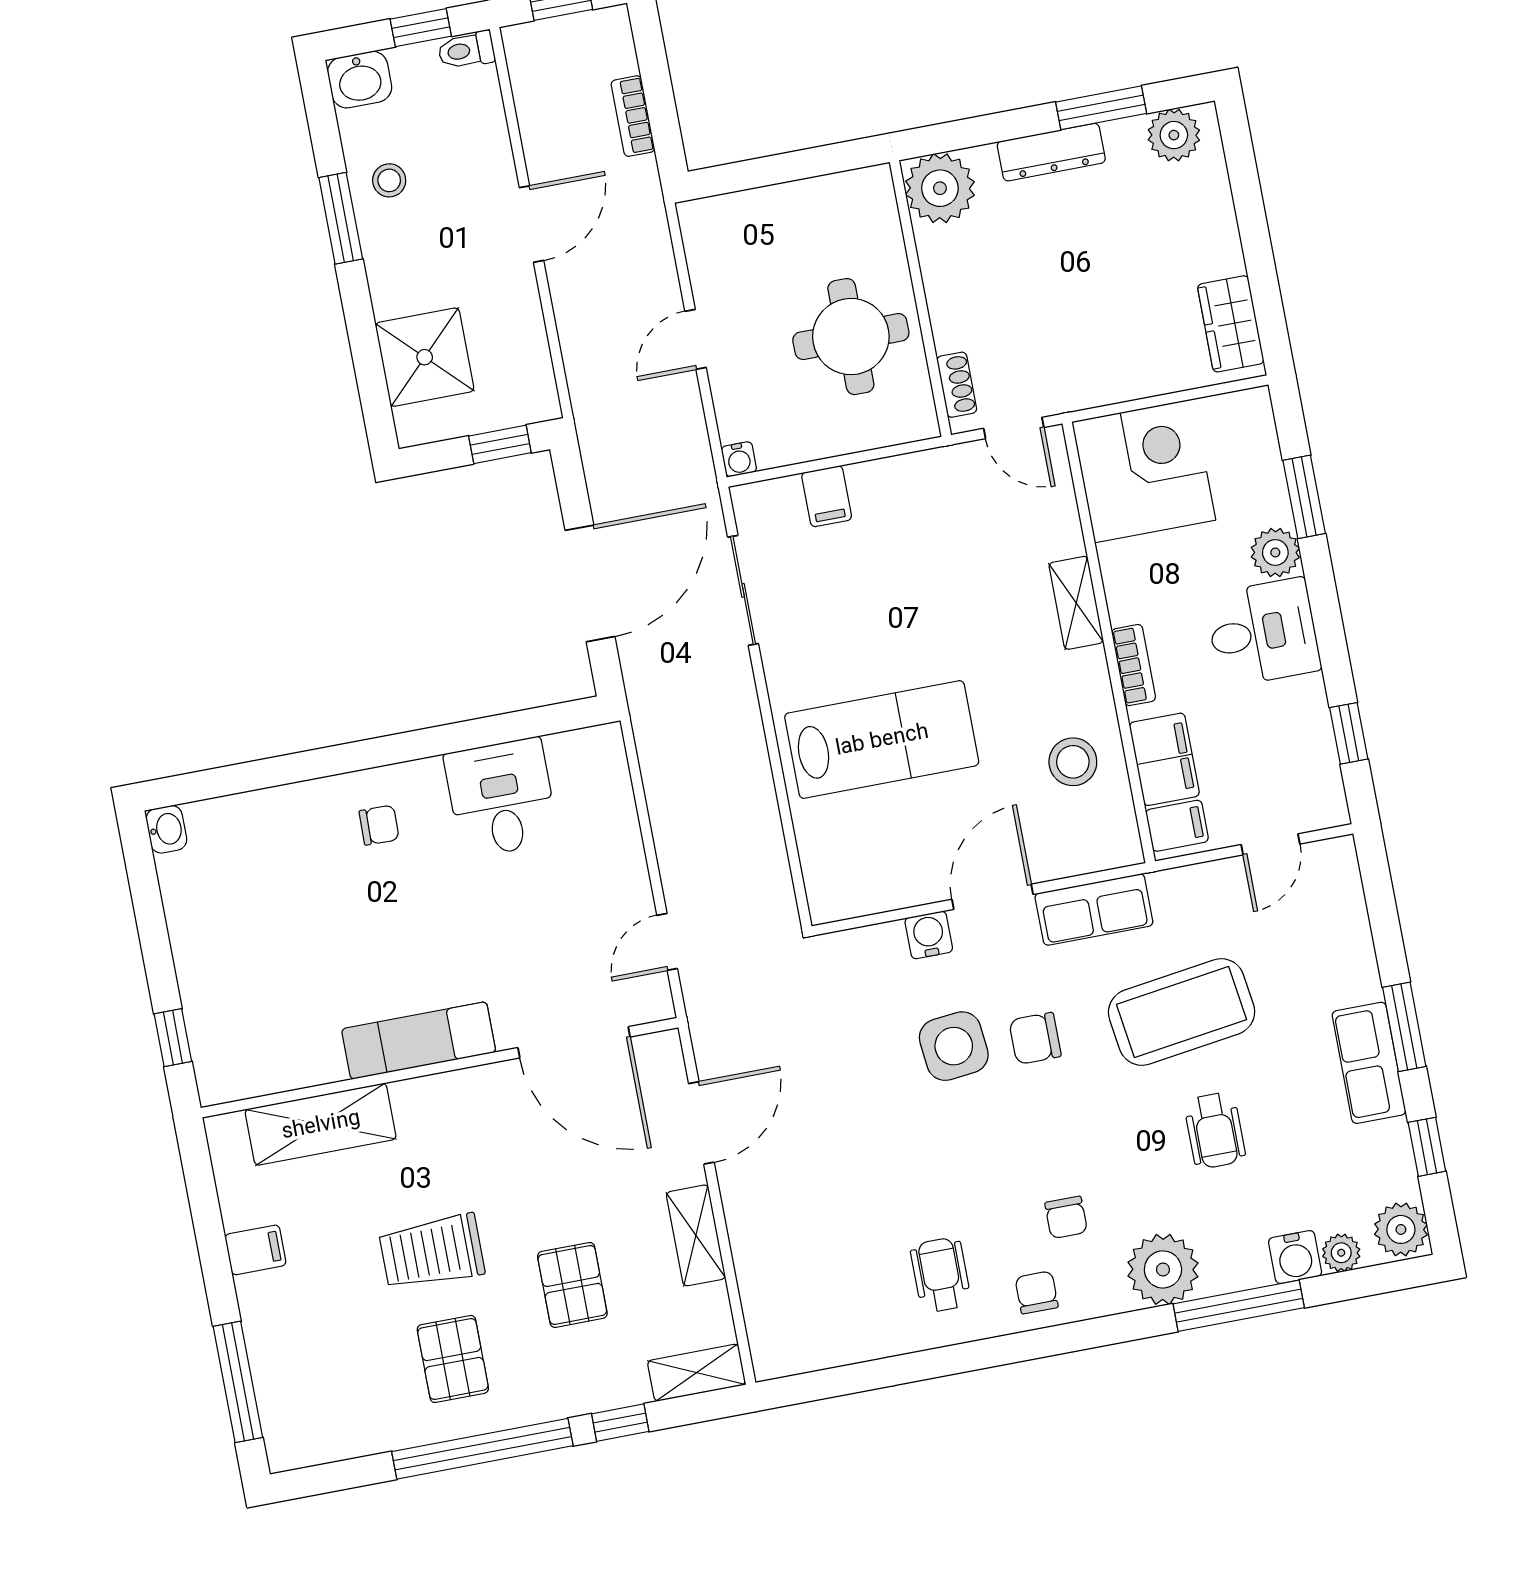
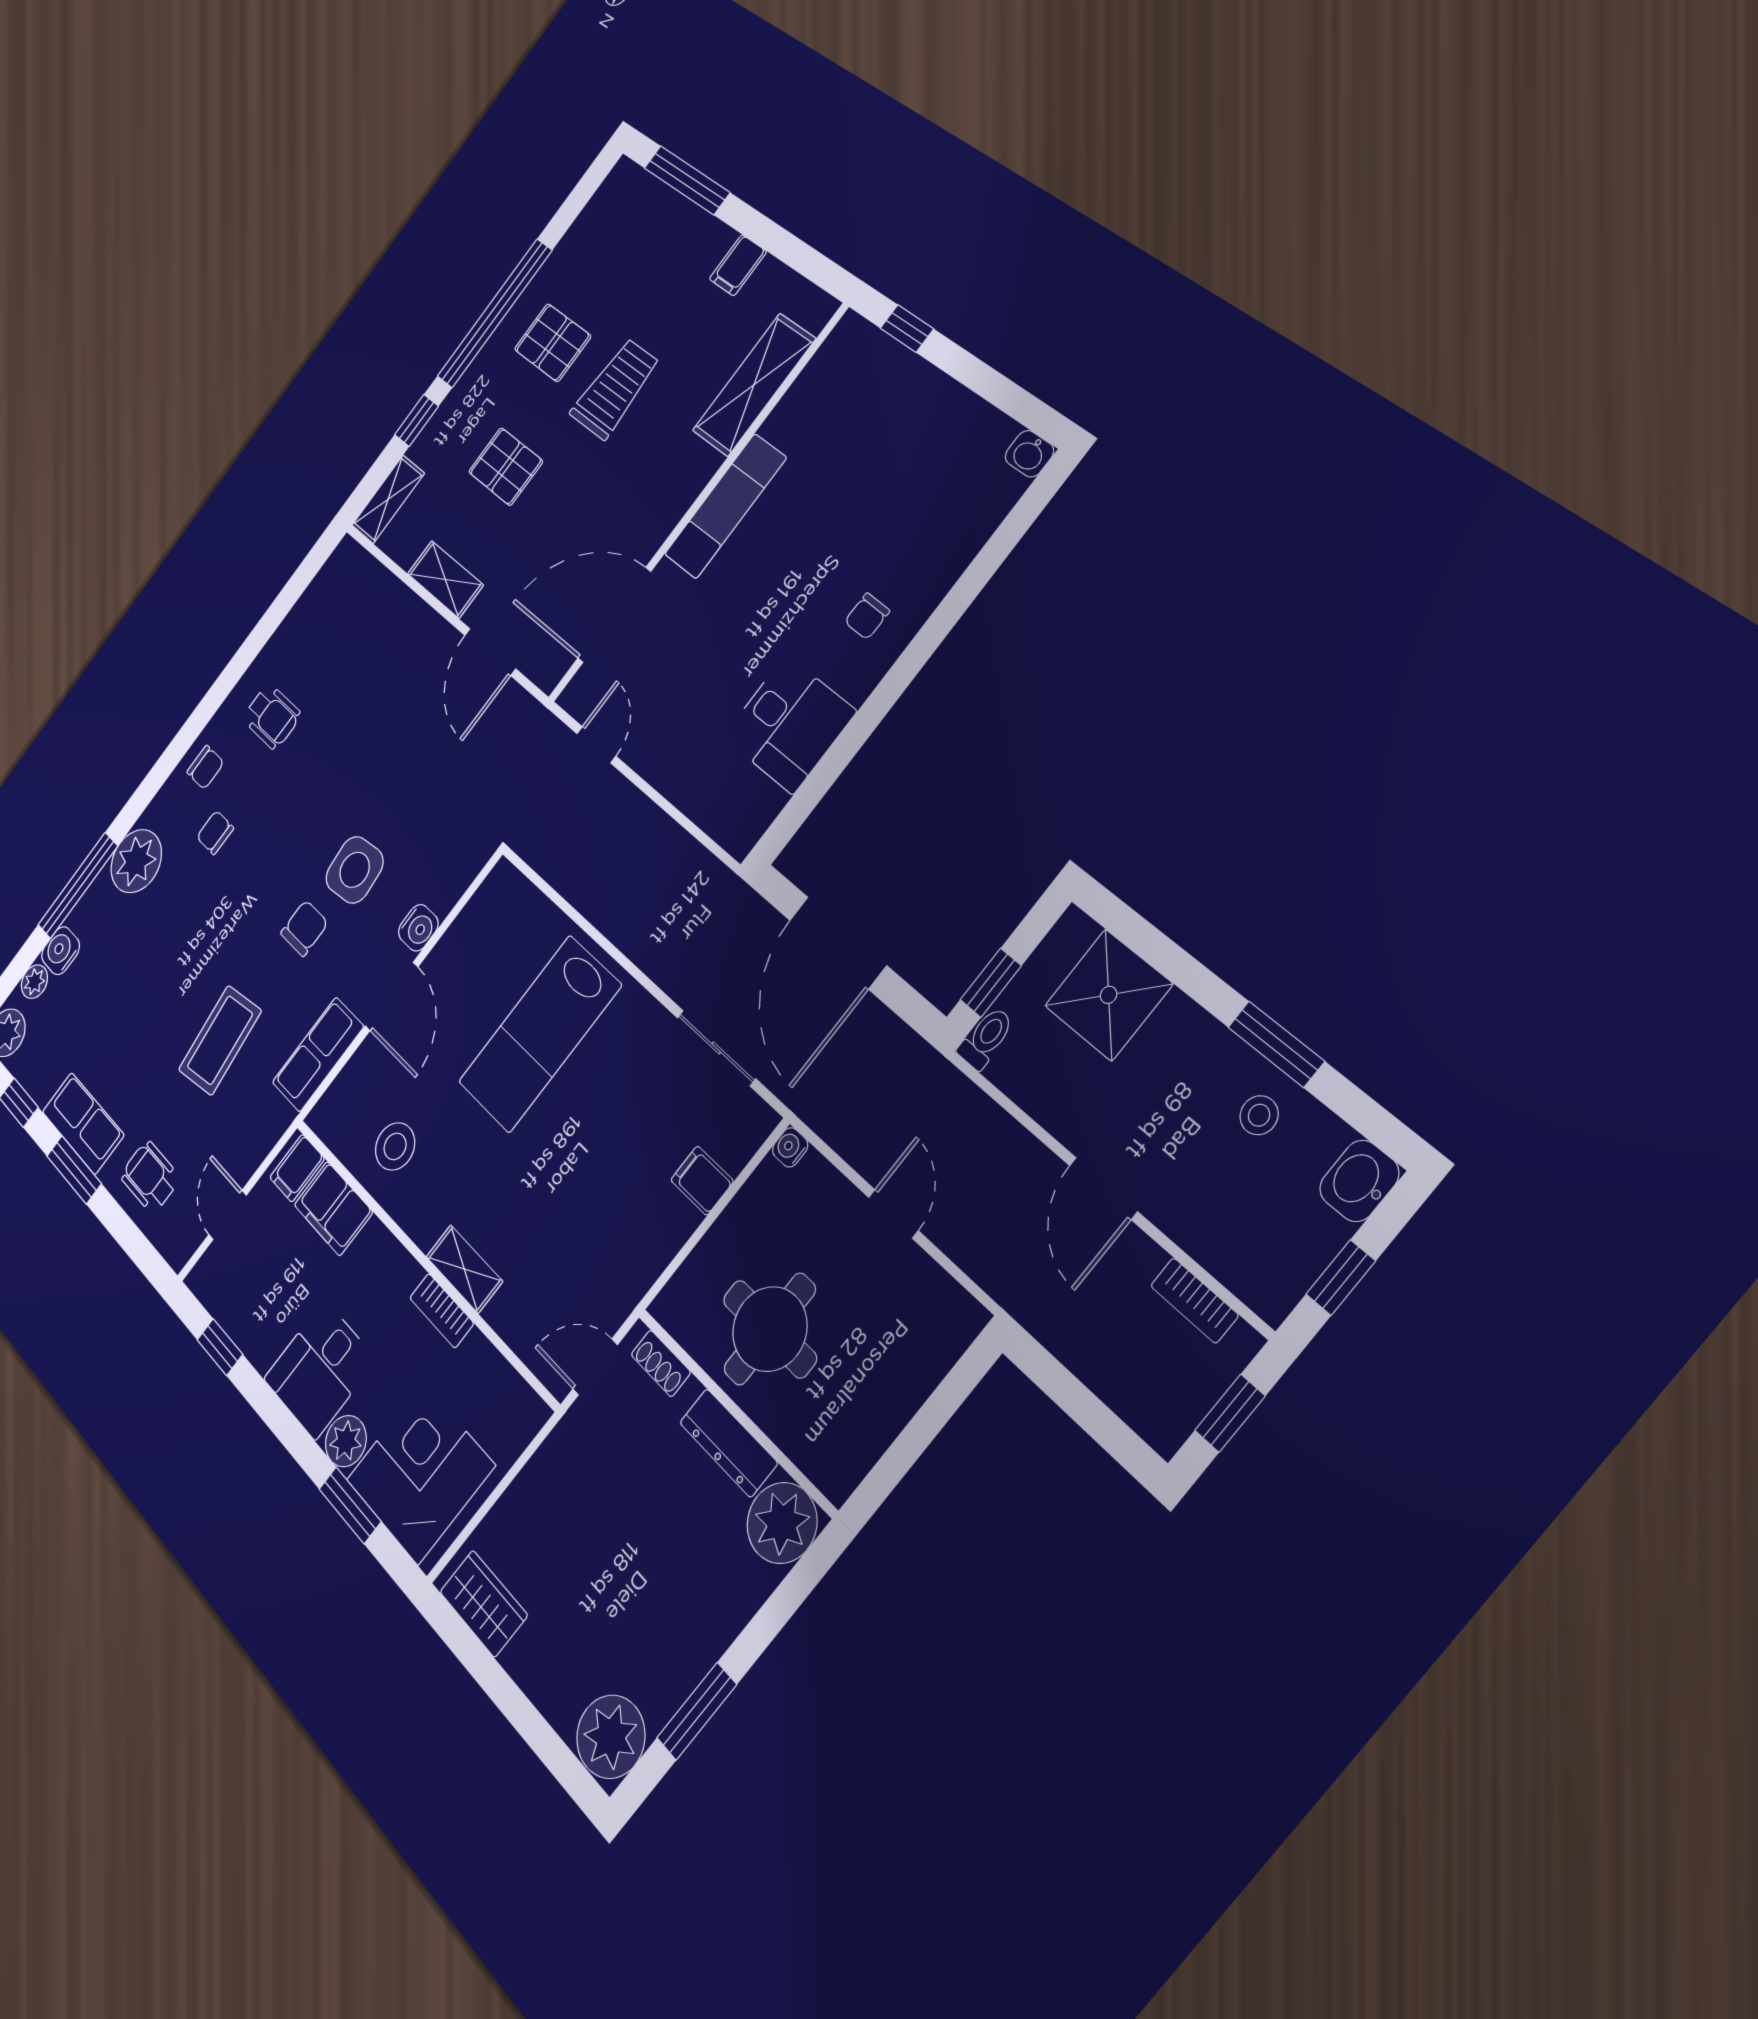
toilet: (466, 50) -> (986, 1038), moved
bookcase: (633, 116) -> (1194, 1300), moved, turned 180
plant: (1174, 135) -> (611, 1737), width x1.36, depth x1.36
dresser: (1051, 152) -> (728, 1443), moved, turned -90
corner desk: (1144, 471) -> (420, 1473), moved, turned 180
bookcase: (1134, 665) -> (442, 1311), moved
coffee table: (1182, 1012) -> (220, 1040), width x0.73, depth x0.76
wheelchair: (1215, 1130) -> (150, 1177), moved

